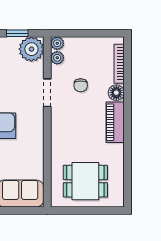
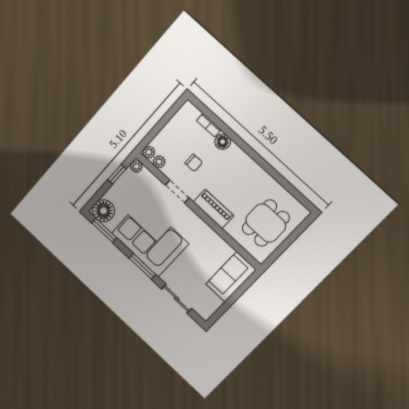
plant: (31, 49) -> (136, 166), width x0.53, depth x0.53
bookcase: (119, 64) -> (209, 125), width x0.64
piano: (115, 122) -> (214, 209), moved, turned 180

